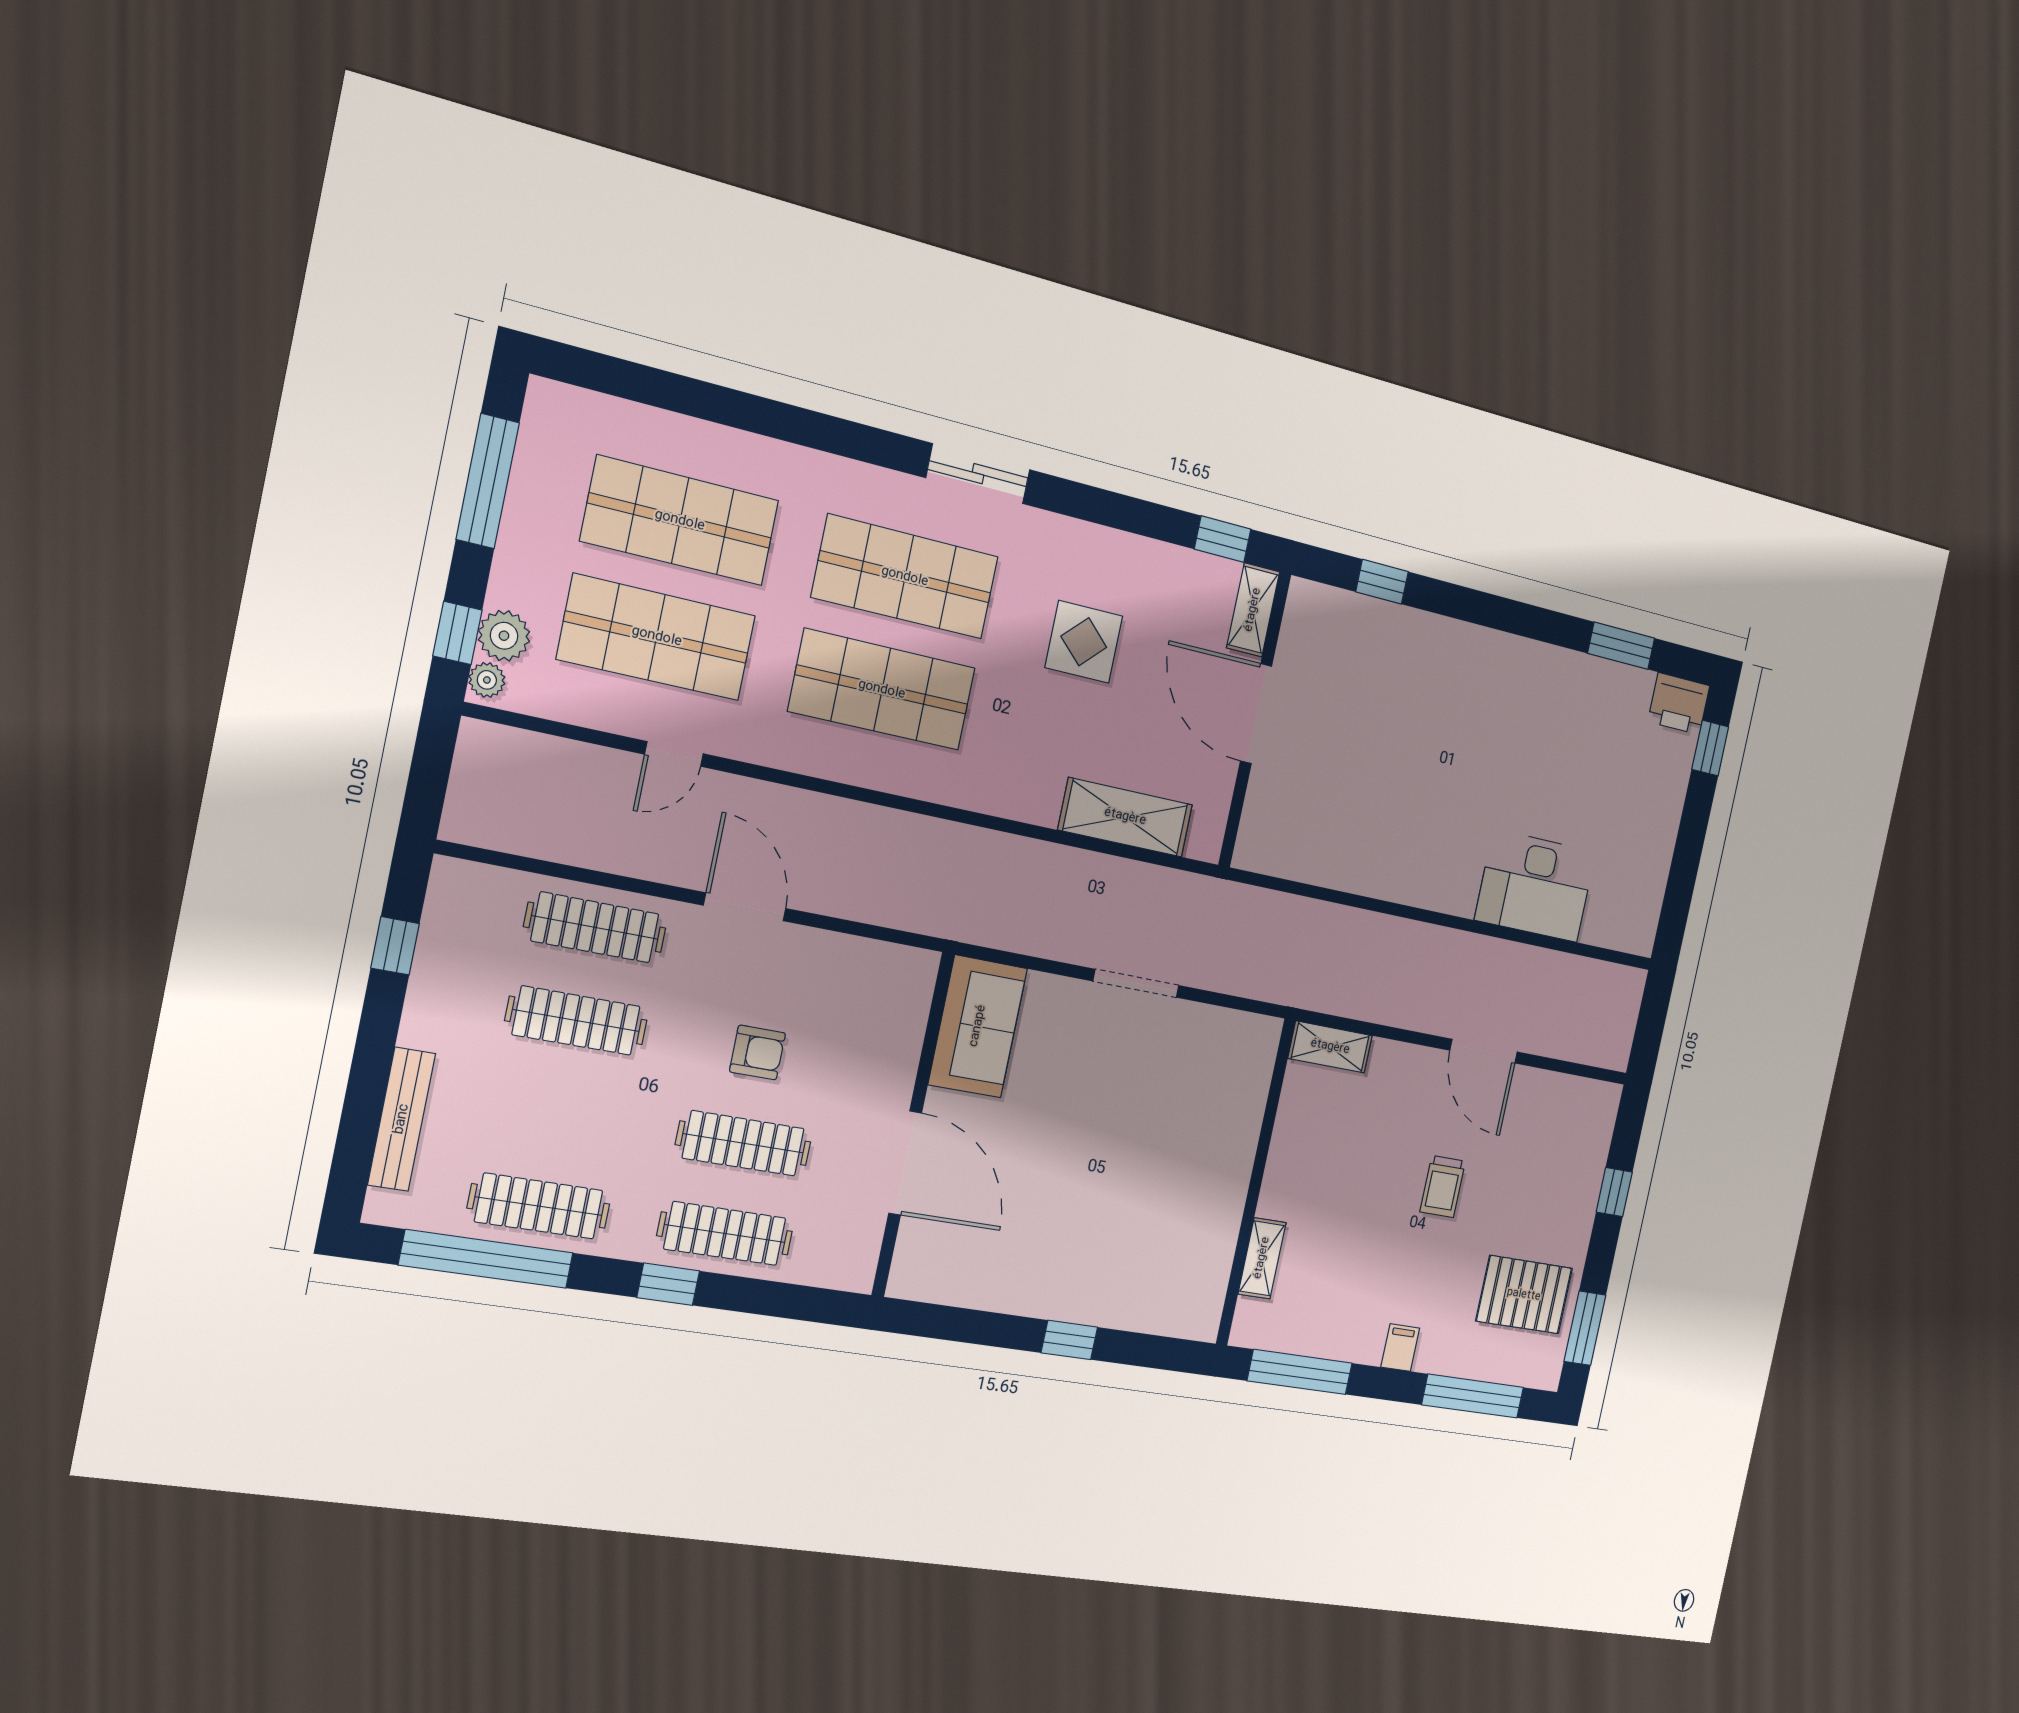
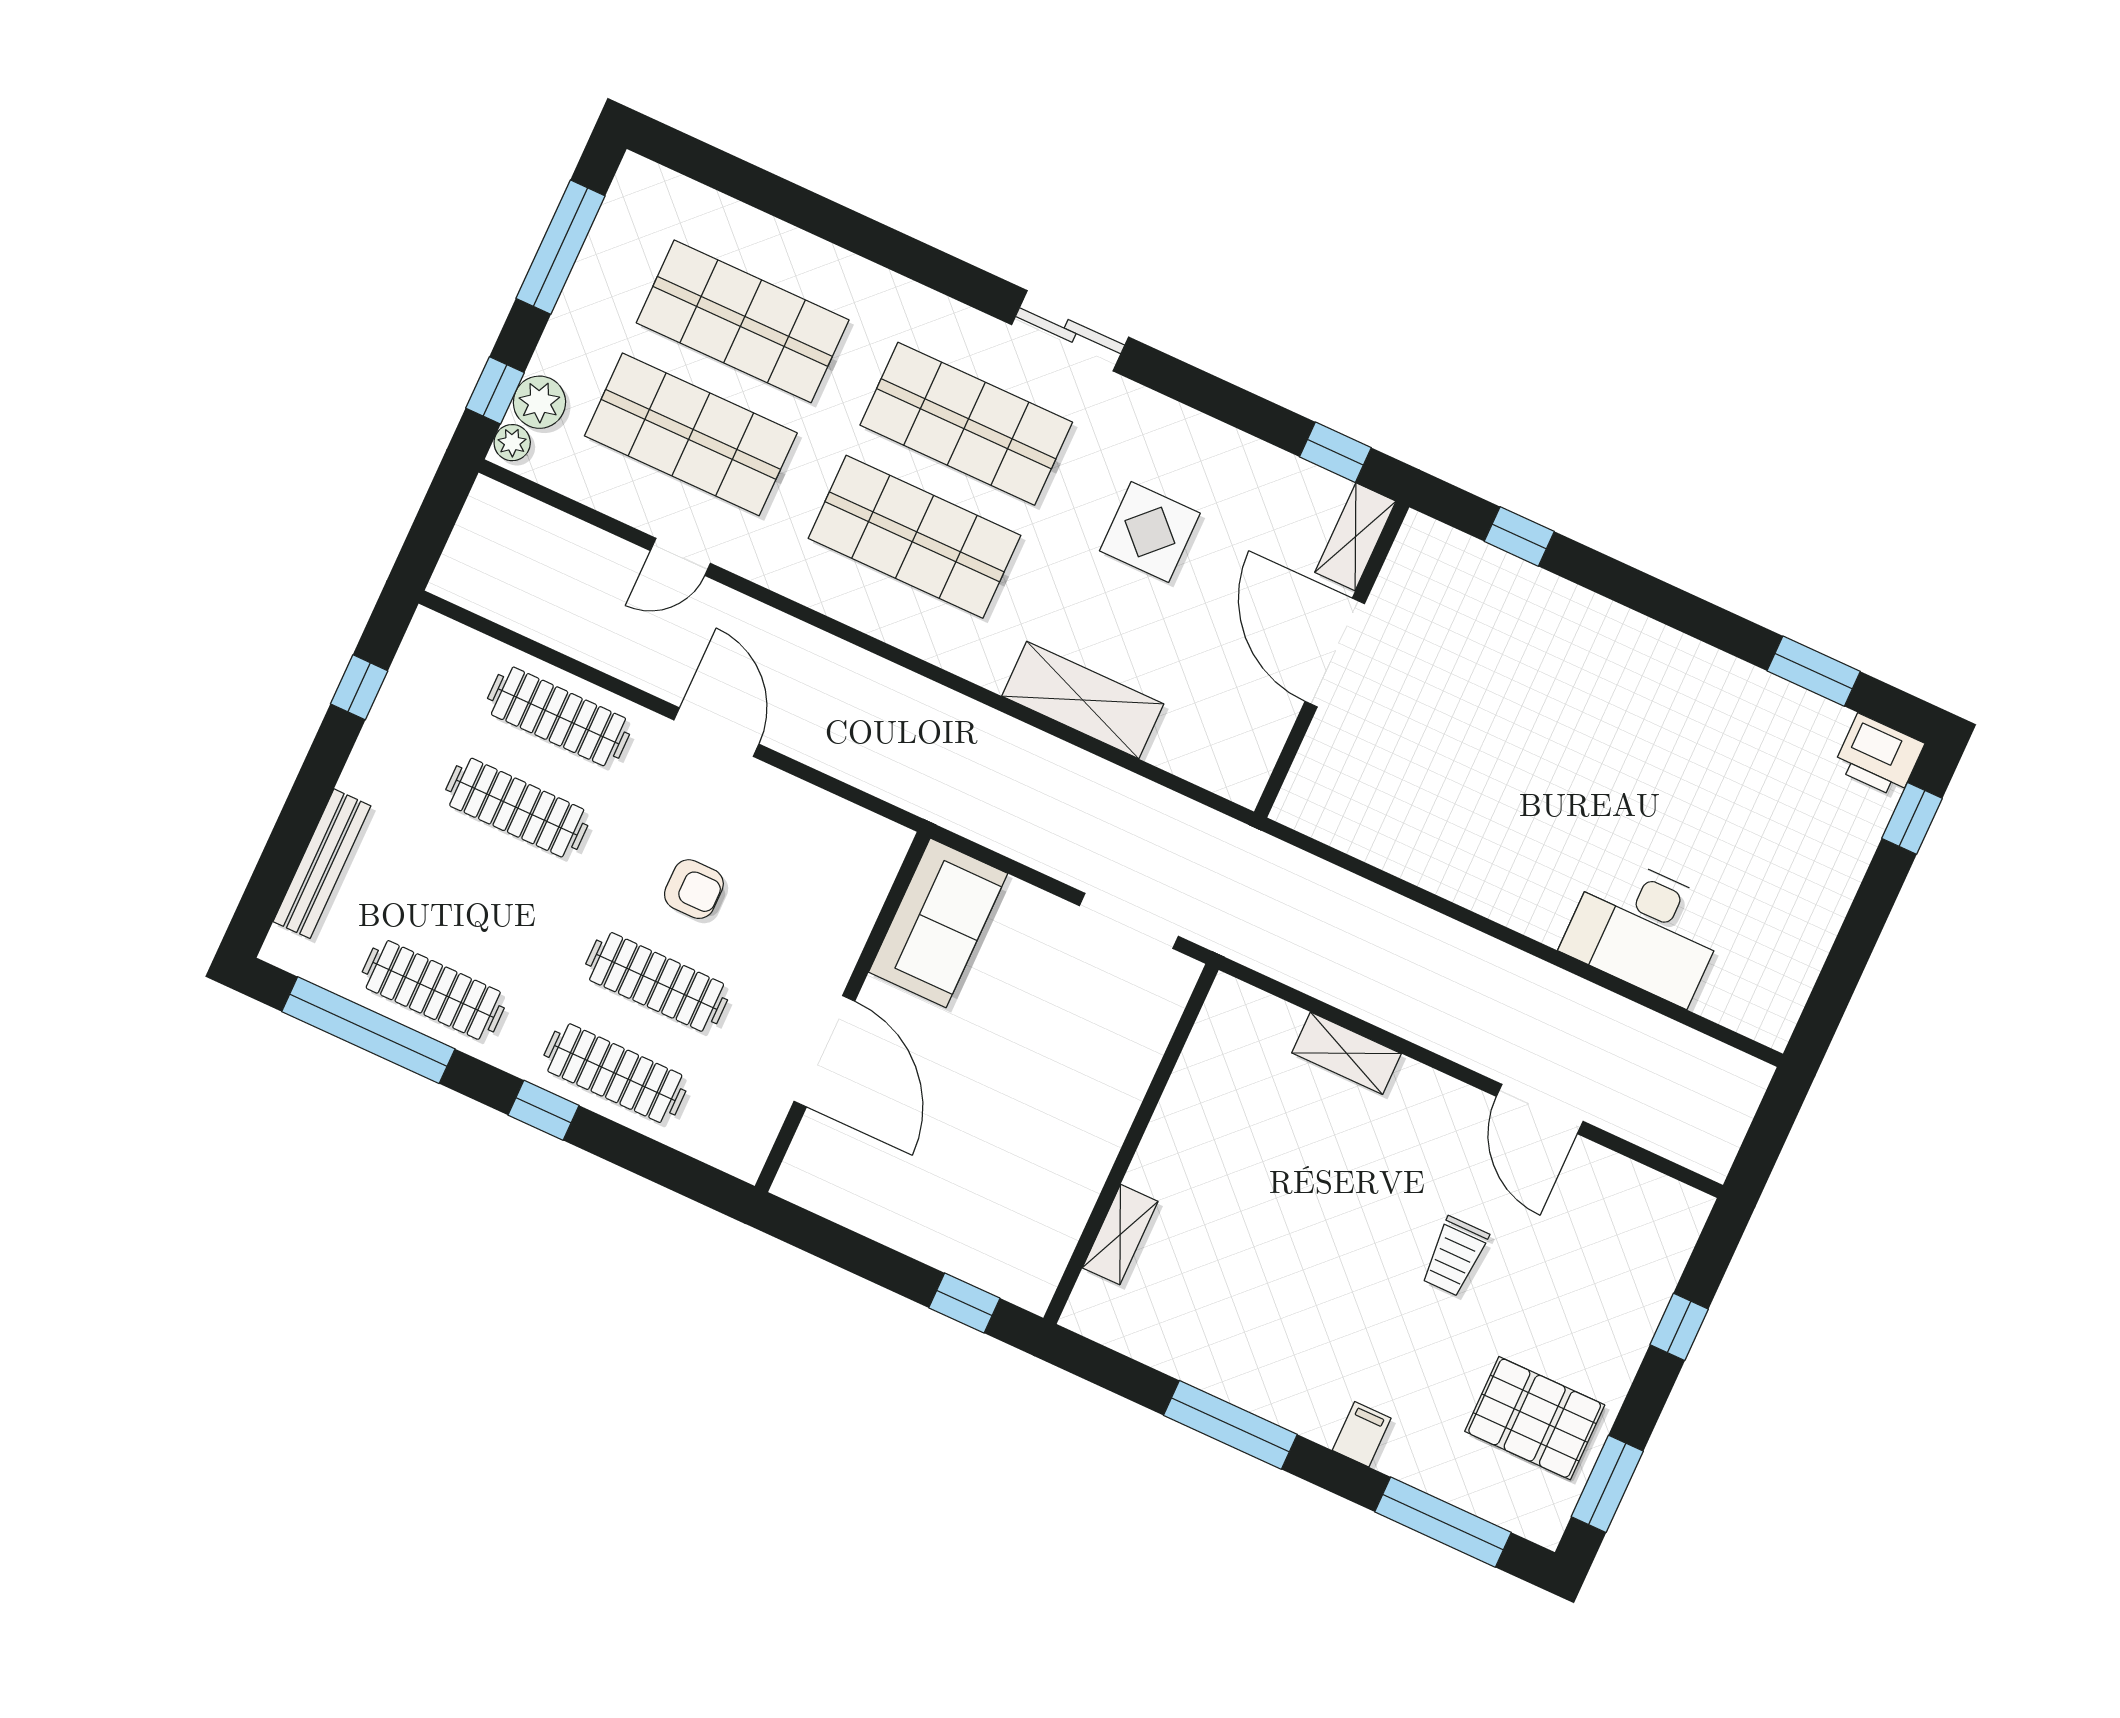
shelving: (1125, 817) -> (1083, 700), moved
wall: (1256, 1183) -> (1131, 1144), moved
shelving: (1262, 1258) -> (1120, 1235), moved

